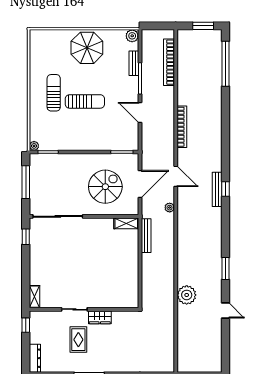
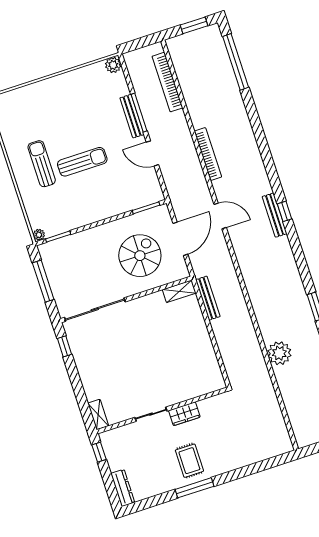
parasol: (87, 48) -> (64, 97), removed
bench: (134, 63) -> (132, 116), moved, width x1.36
plant: (170, 208) -> (225, 255), removed
rug: (78, 340) -> (189, 461), moved

